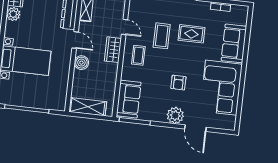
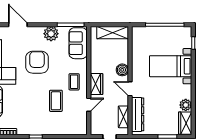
door: (124, 27) -> (89, 105), swing flipped
rug: (191, 34) -> (31, 105), removed
armchair: (178, 83) -> (37, 62), width x1.88, depth x1.88
plant: (175, 115) -> (51, 34), moved

